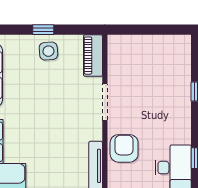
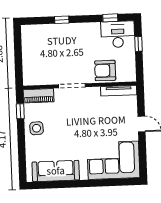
window: (43, 30) -> (20, 111), moved

